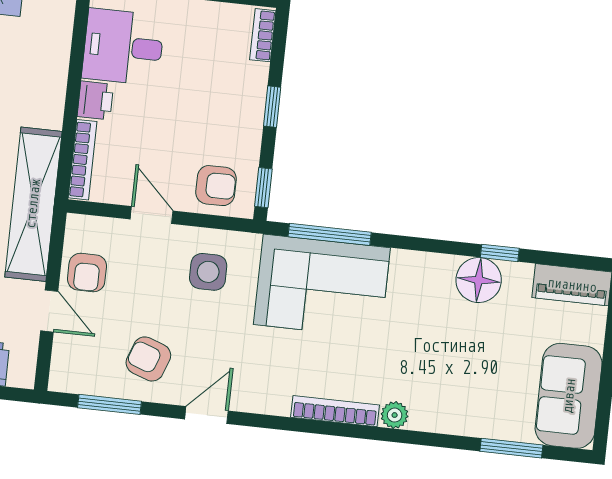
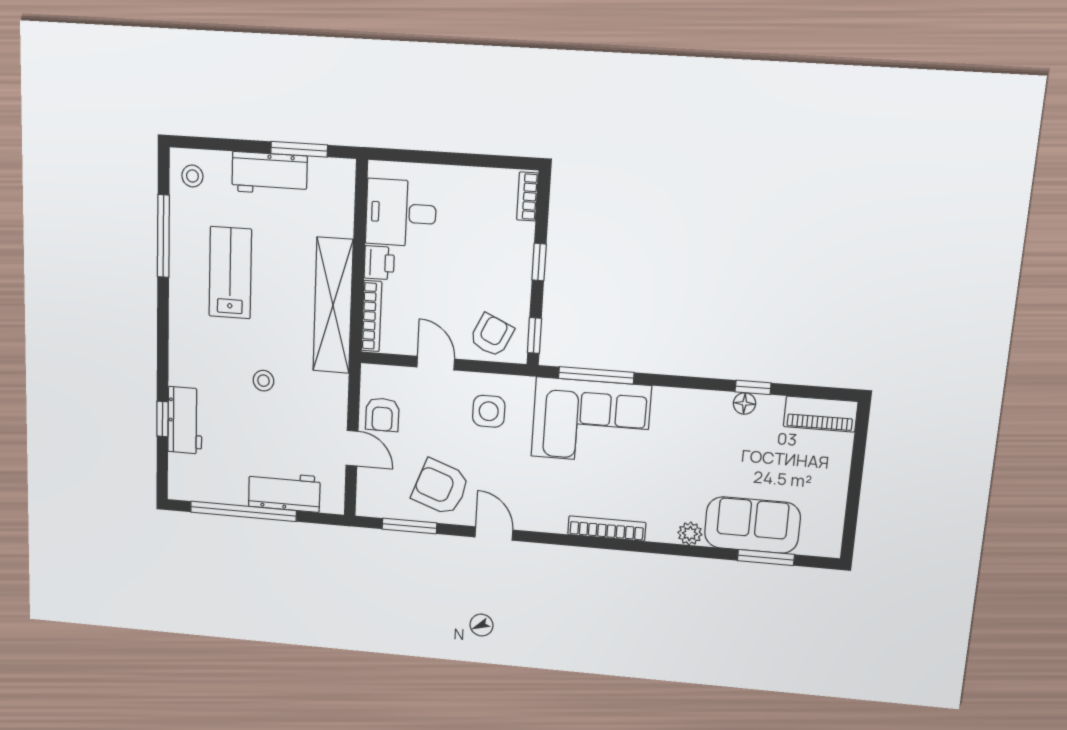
armchair: (216, 186) -> (492, 335), turned -65
shelving: (33, 204) -> (333, 306), moved
floor lamp: (479, 280) -> (744, 403), width x0.53, depth x0.53
armchair: (148, 359) -> (441, 487), width x1.38, depth x1.38
sofa: (569, 396) -> (752, 525), moved, turned 90
door: (206, 415) -> (494, 534), hinge flipped
plant: (395, 415) -> (690, 534), moved

